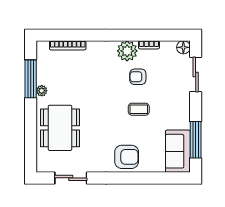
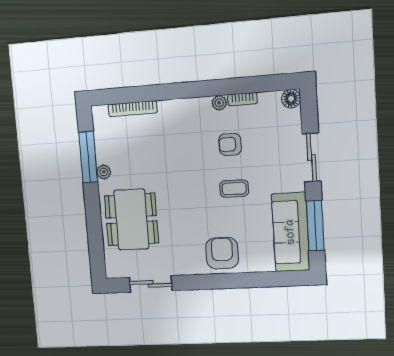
plant: (127, 51) -> (219, 103), width x0.53, depth x0.53
sliding door: (196, 74) -> (312, 157), moved
sofa: (178, 151) -> (291, 232), width x1.36
armchair: (127, 157) -> (222, 253), turned -90

